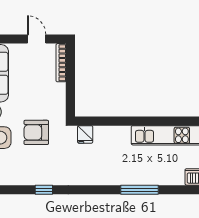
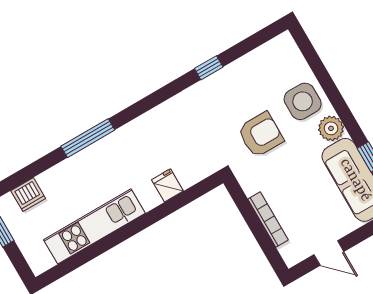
bookcase: (61, 63) -> (268, 220), moved
fridge: (85, 134) -> (167, 185), moved

